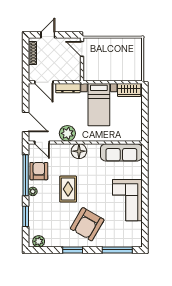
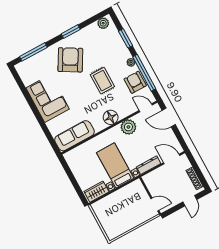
armchair: (39, 171) -> (135, 82), turned 180

